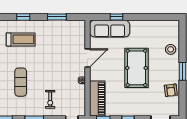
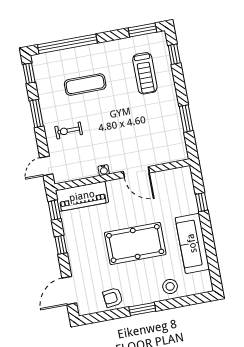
window: (23, 17) -> (174, 54), moved
sofa: (110, 29) -> (192, 243), moved

